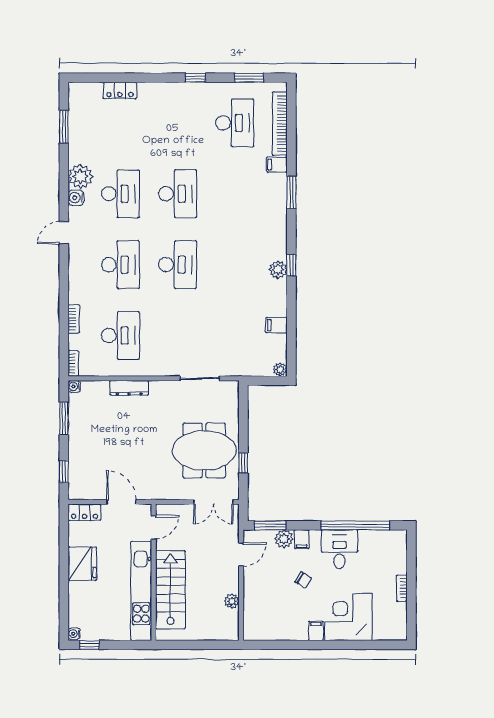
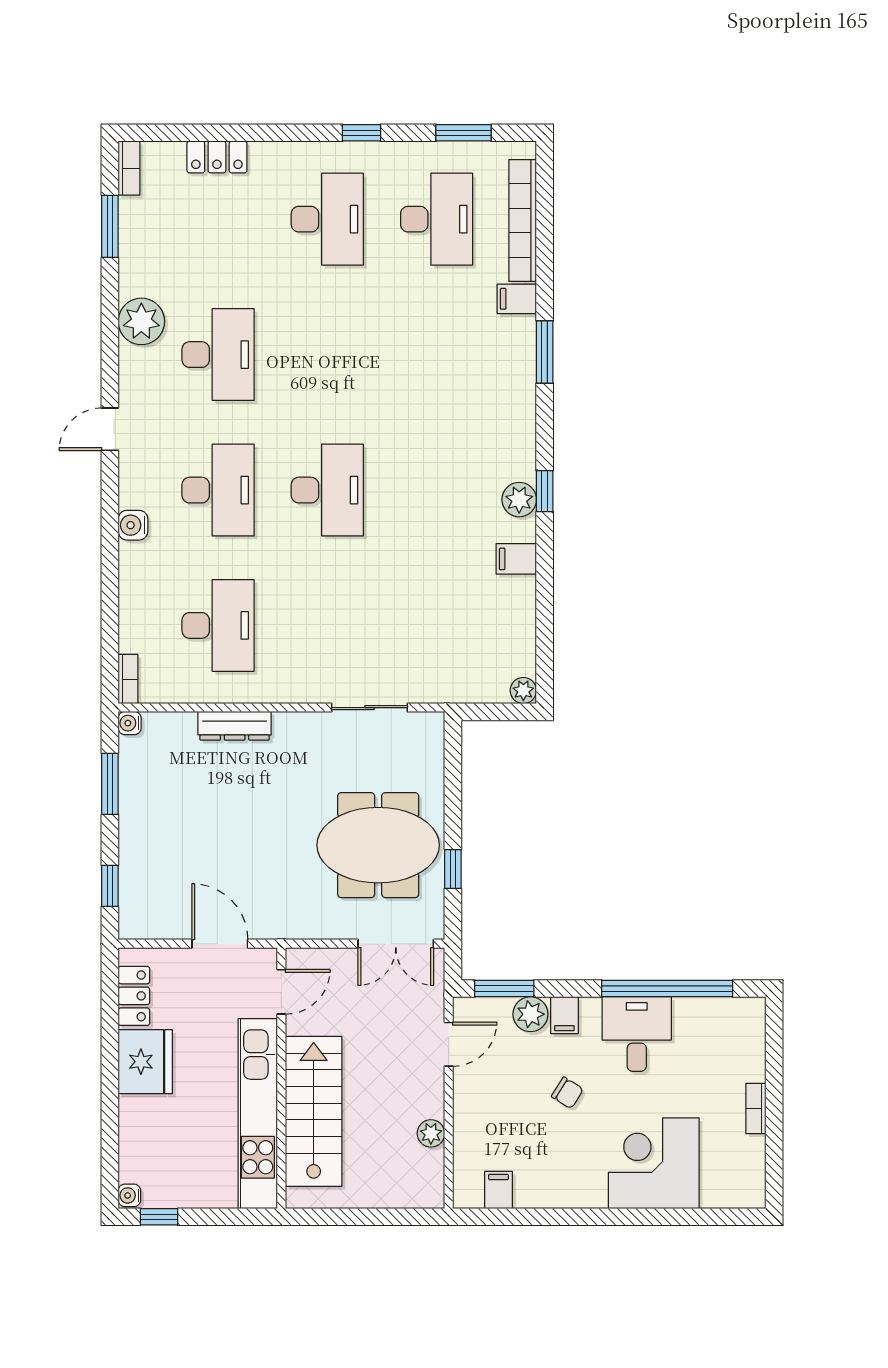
desk: (178, 194) -> (327, 219), moved
water cooler: (76, 198) -> (133, 525), moved
bookcase: (74, 319) -> (129, 168), moved
filing cabinet: (276, 325) -> (516, 559), moved
locker: (85, 512) -> (134, 996), moved, turned -90
filing cabinet: (316, 631) -> (498, 1190), moved

